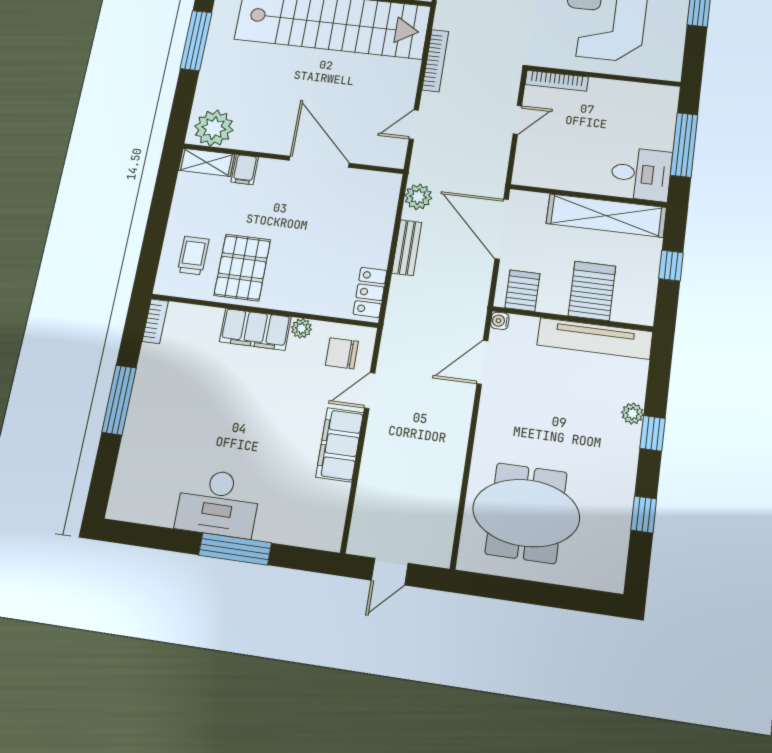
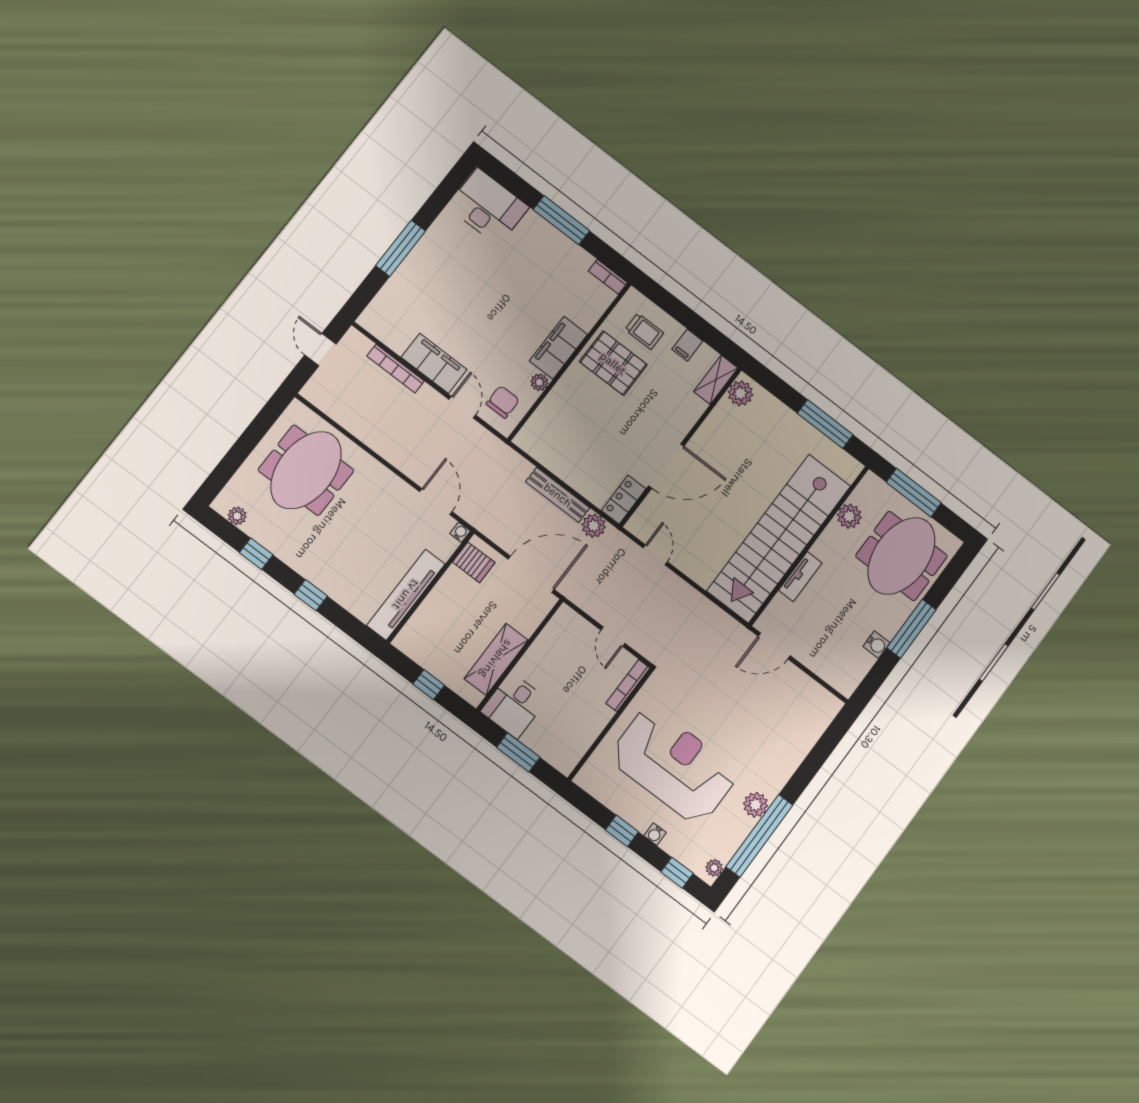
bookcase: (435, 61) -> (396, 369), moved
plant: (214, 128) -> (740, 393), width x0.73, depth x0.73
window: (684, 145) -> (518, 752), width x0.69
filing cabinet: (245, 170) -> (687, 345), moved, turned -90
shelving: (606, 216) -> (496, 659), width x0.68
bench: (407, 248) -> (558, 495), width x1.36
server rack: (592, 291) -> (443, 614), removed
locker: (370, 292) -> (624, 500), moved, turned -90
plant: (632, 414) -> (237, 516), moved
desk: (218, 503) -> (488, 207), moved, turned 90

